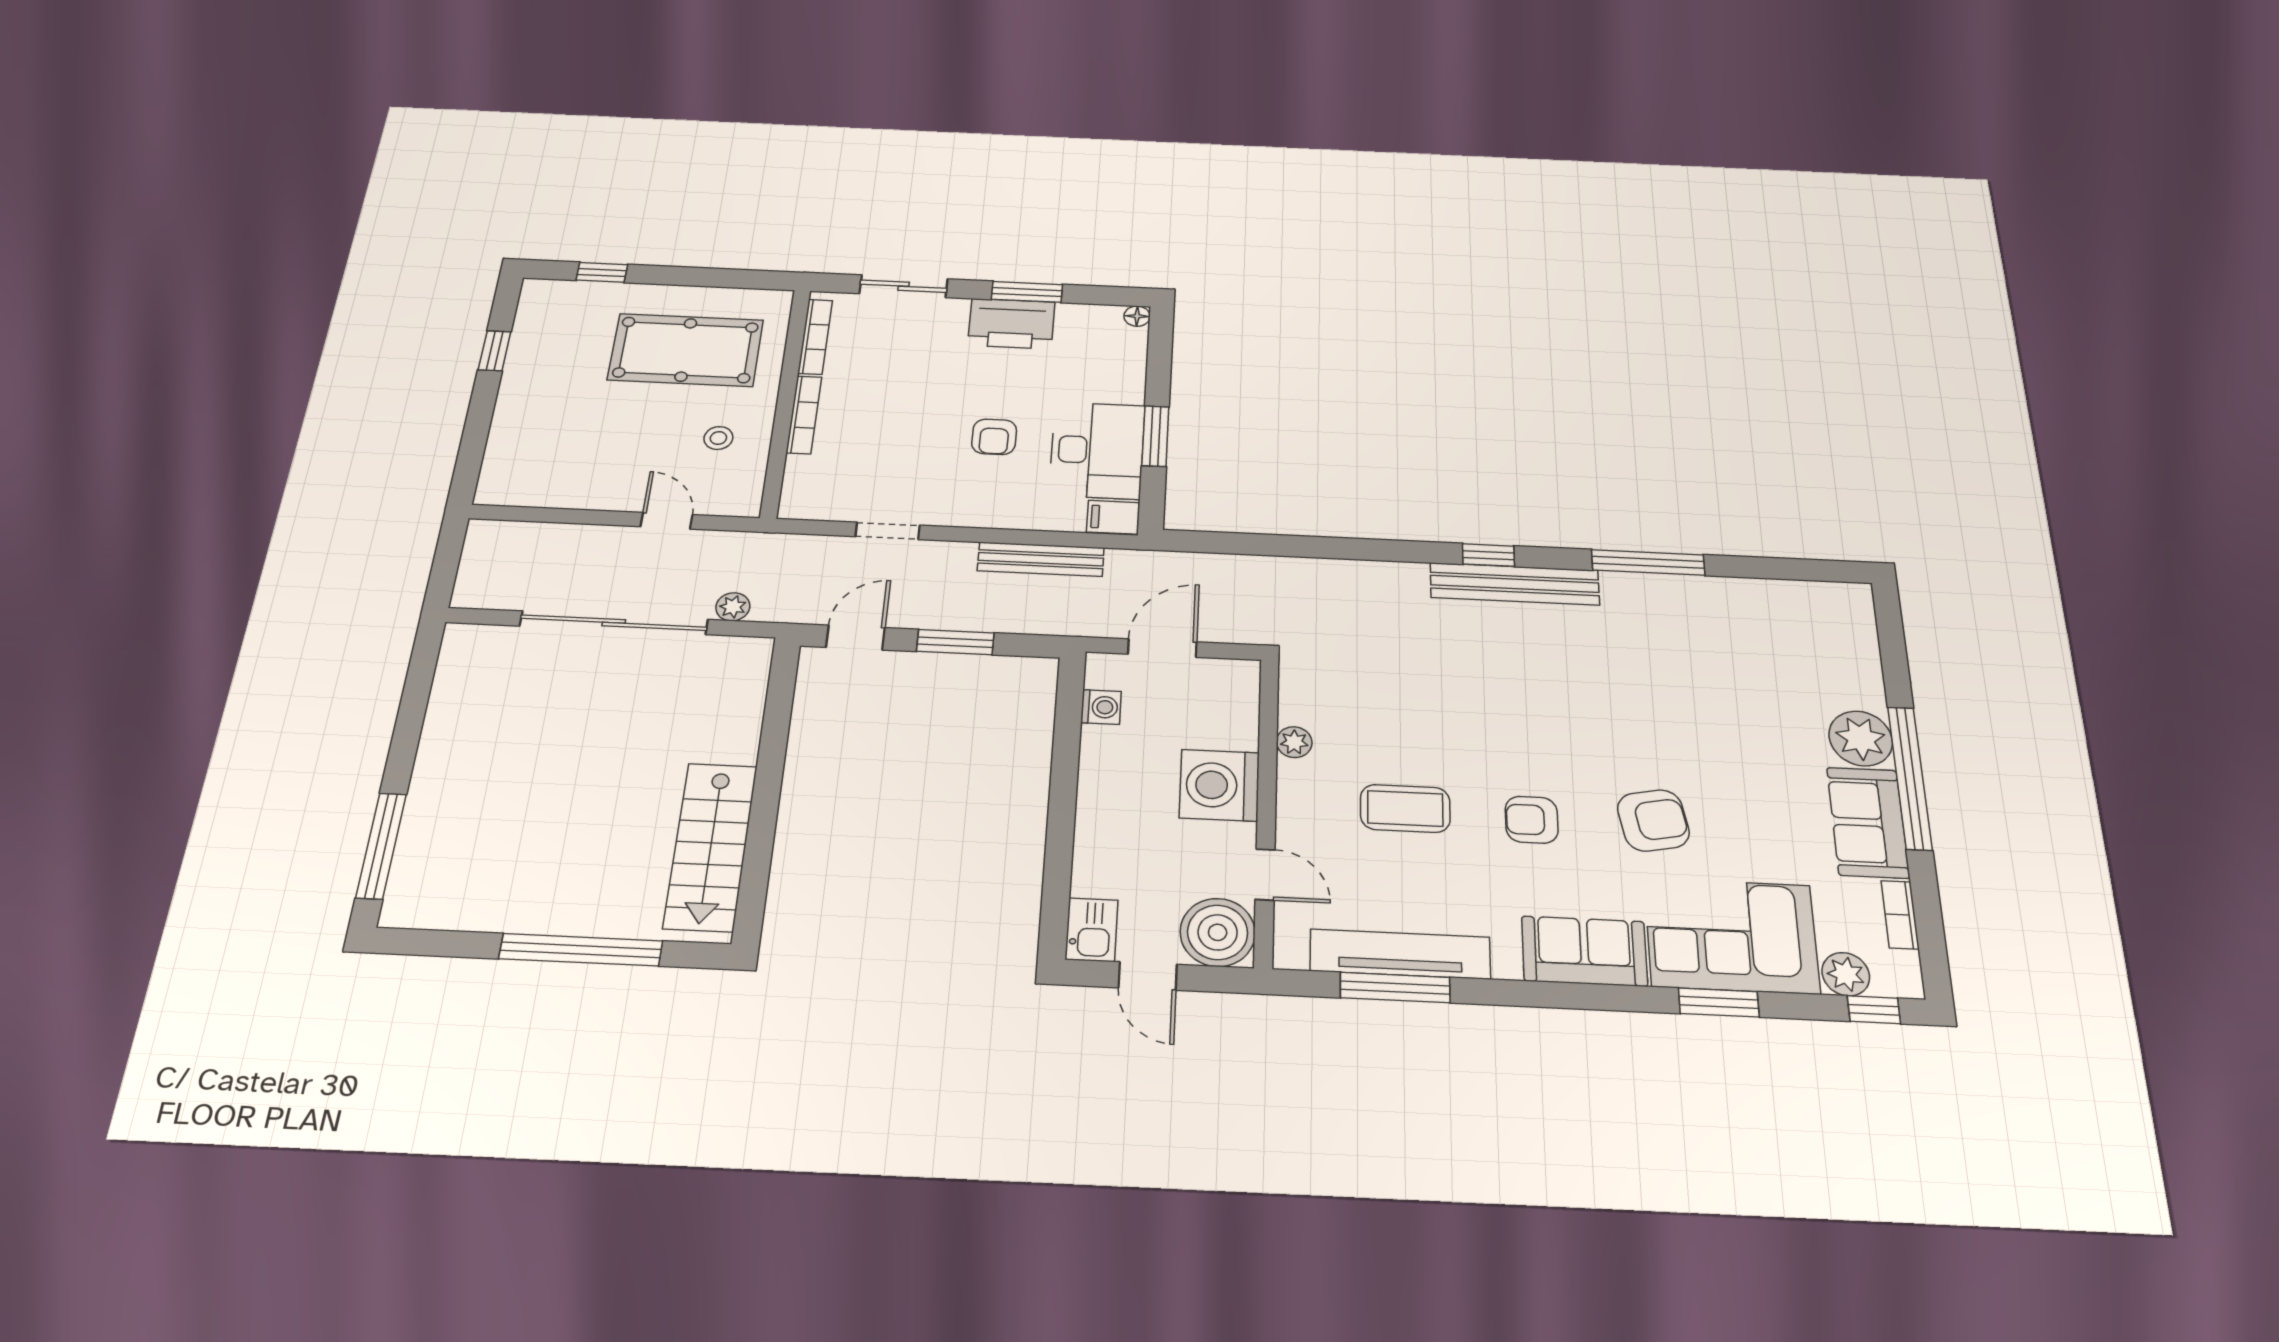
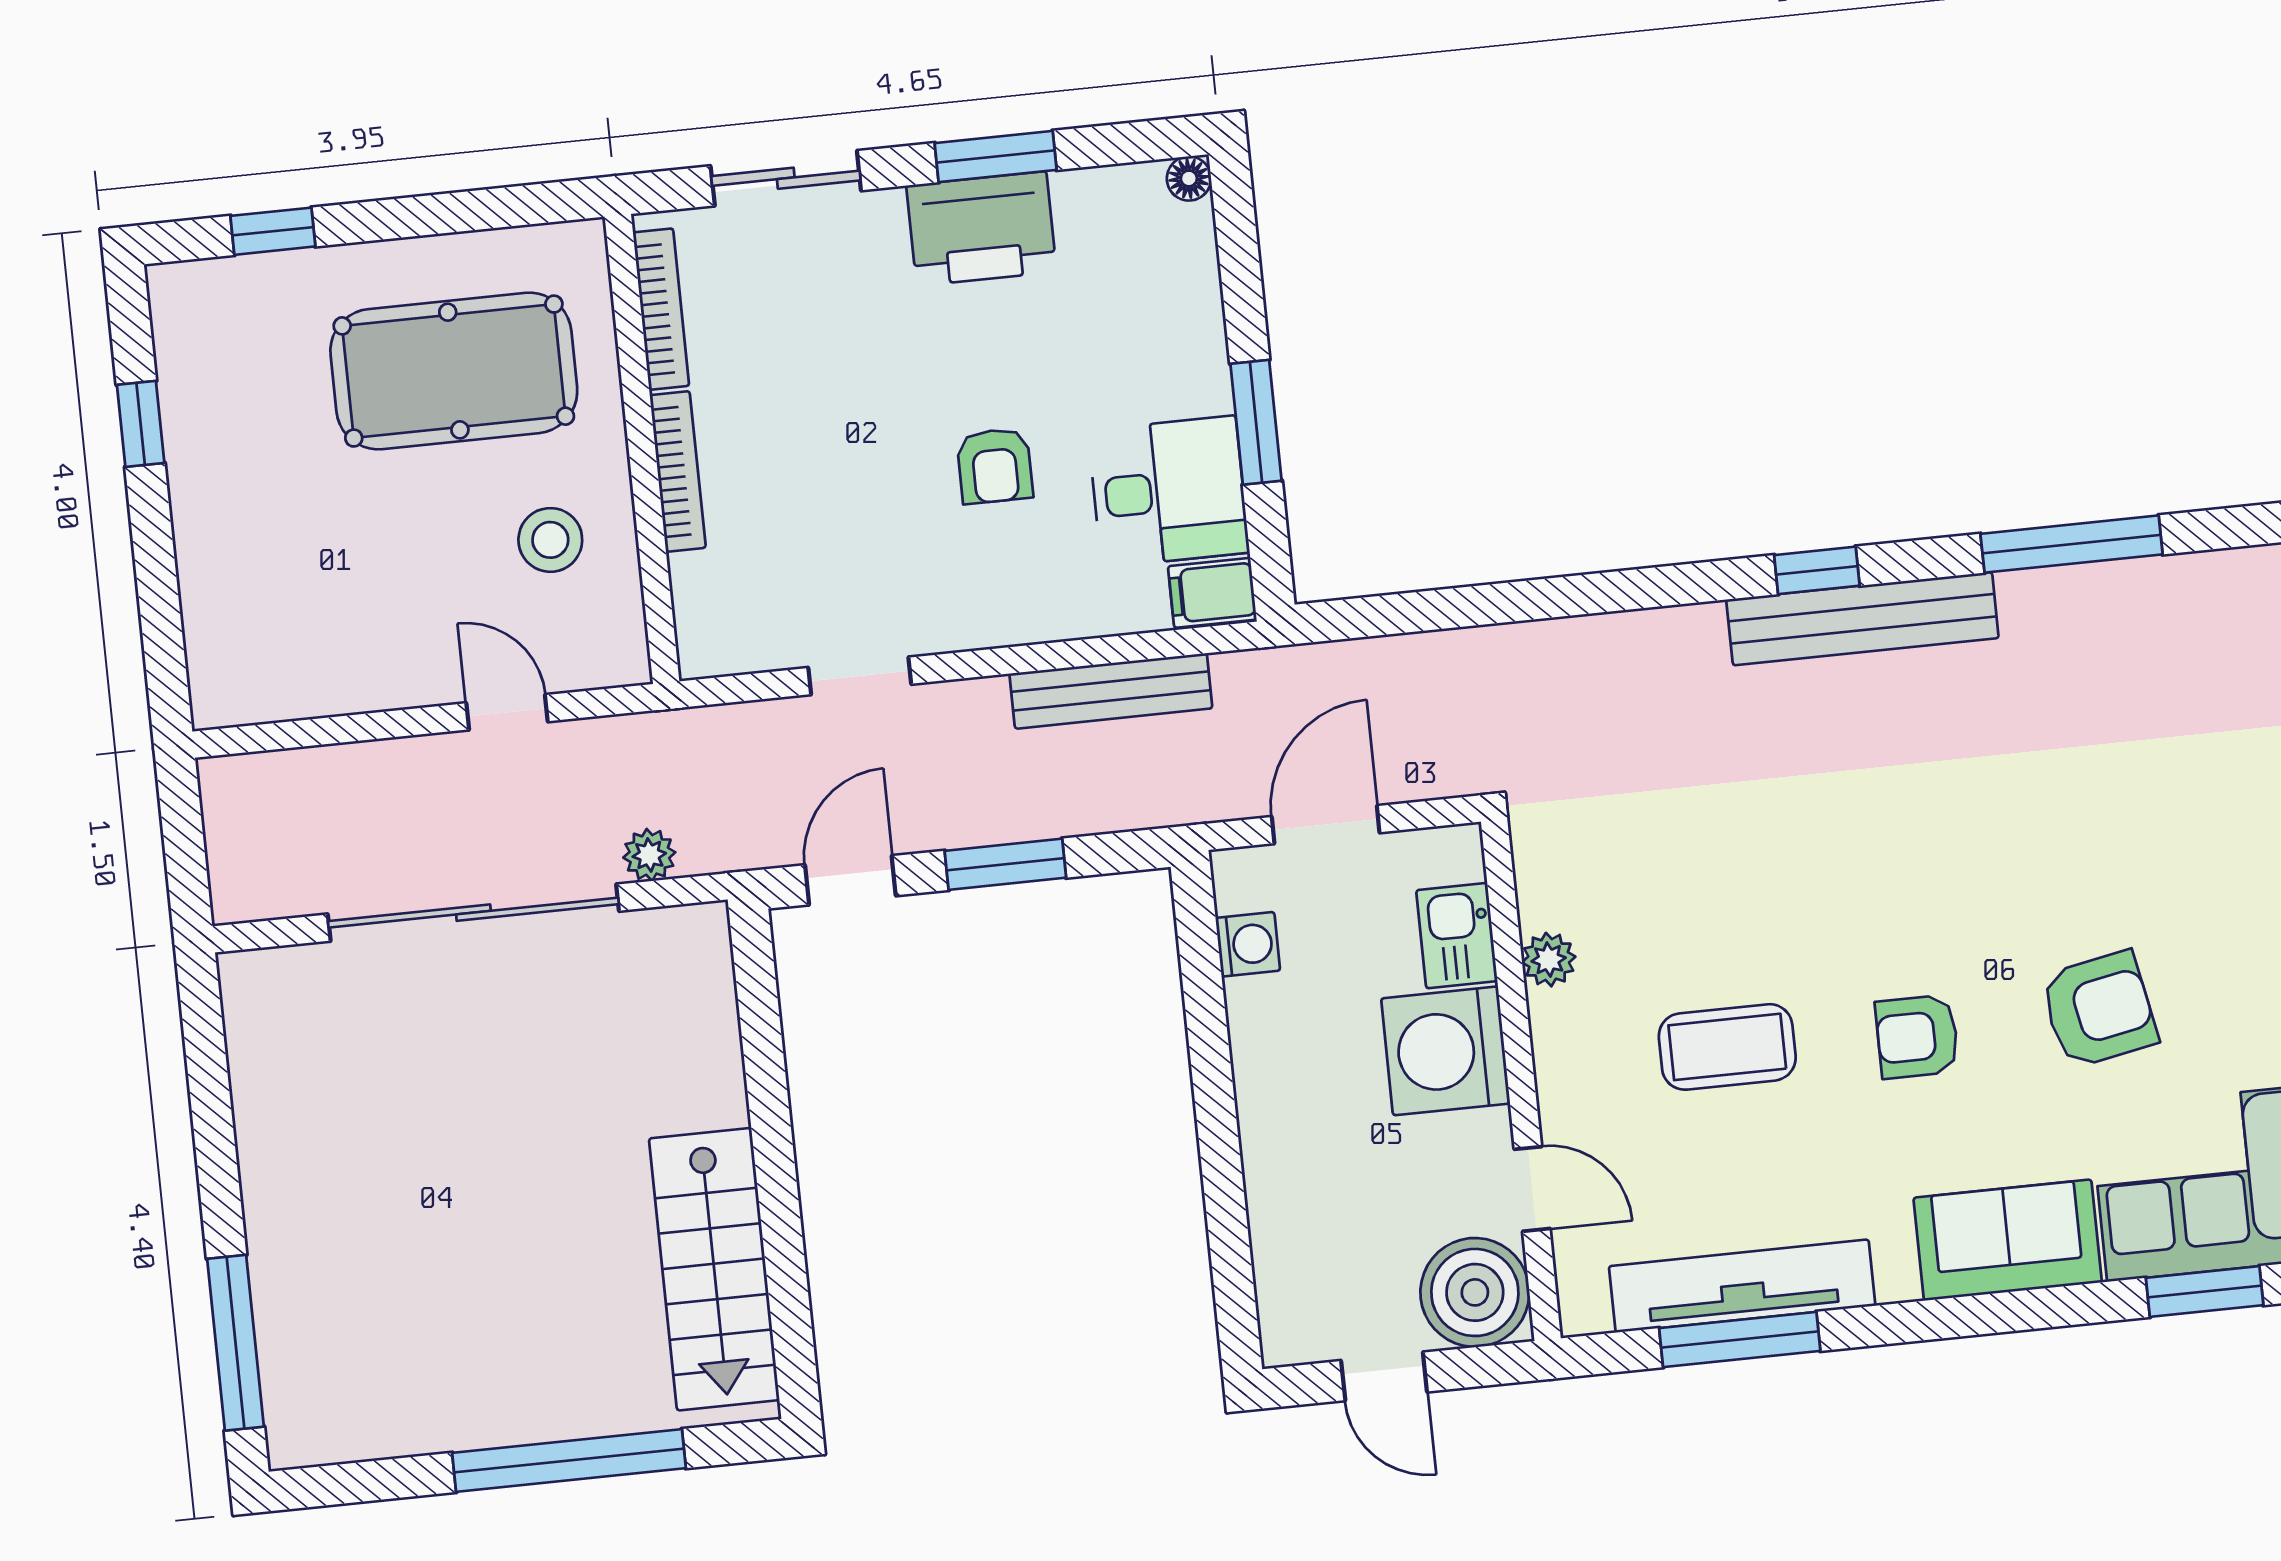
stool: (718, 438) -> (550, 540), width x1.37, depth x1.37
desk: (1097, 450) -> (1169, 491), width x0.73
kitchen sink: (1092, 930) -> (1457, 936), moved, turned 180

